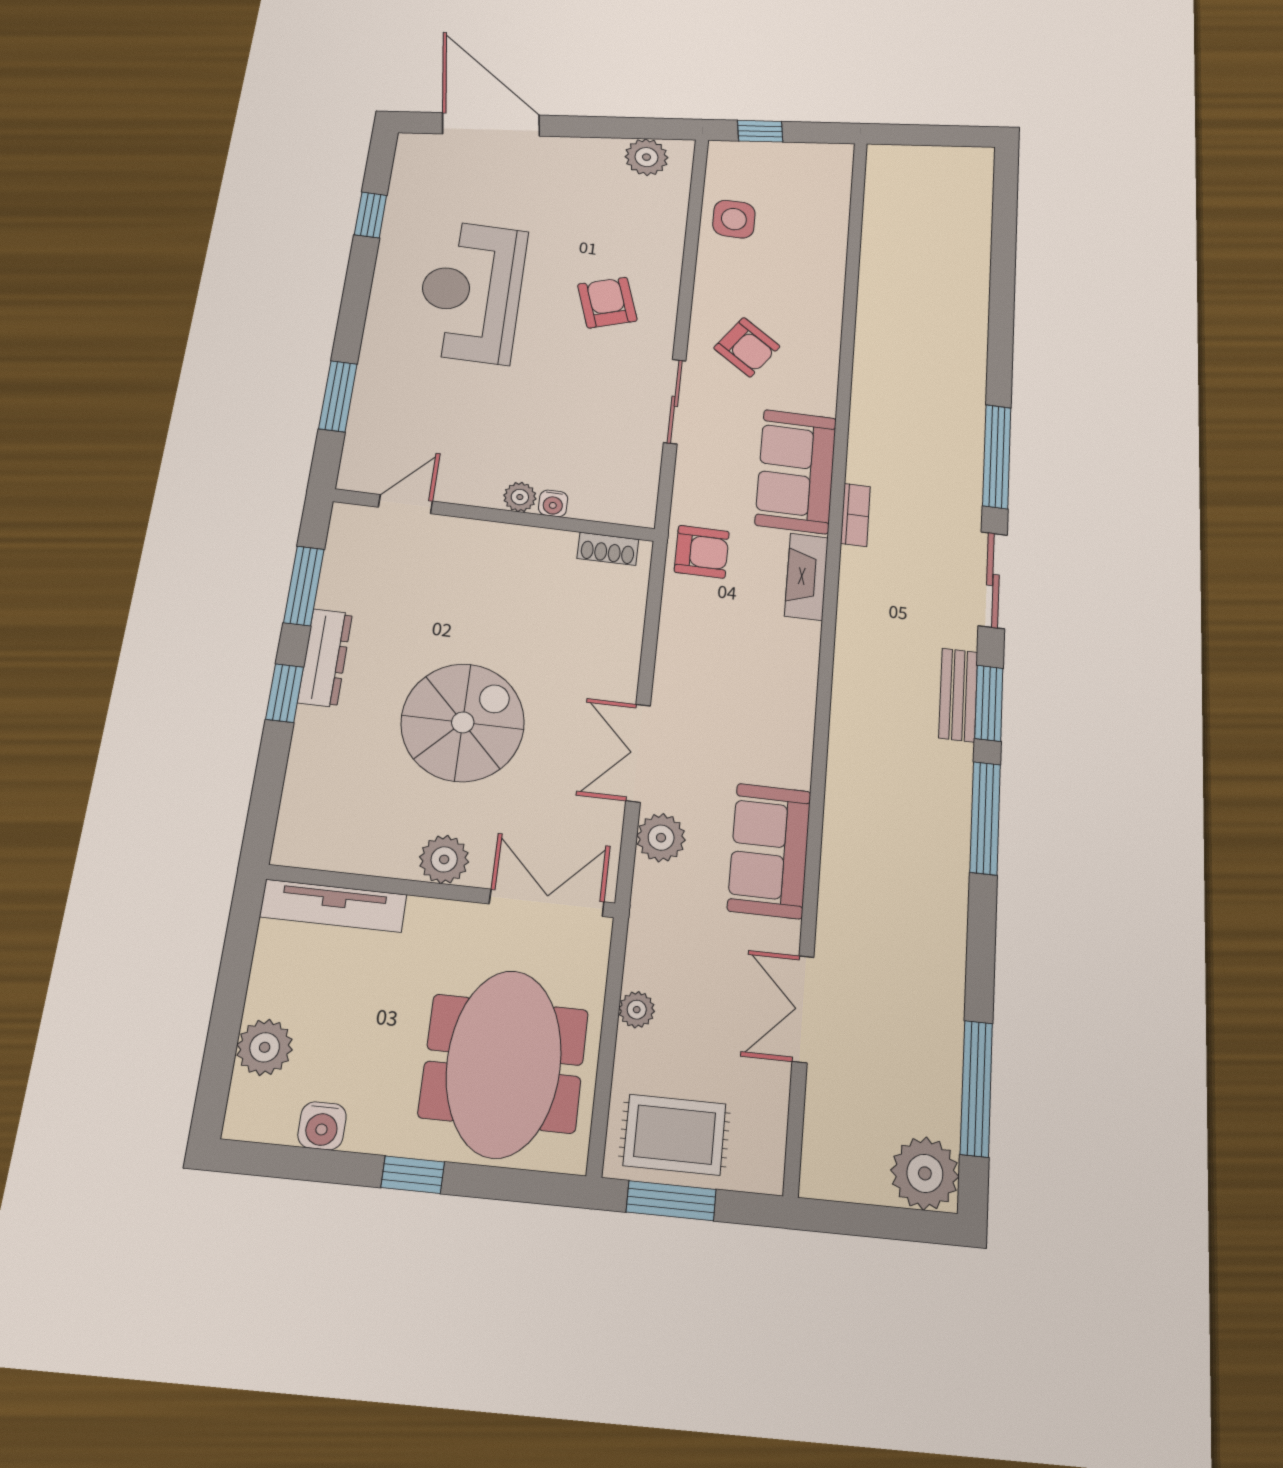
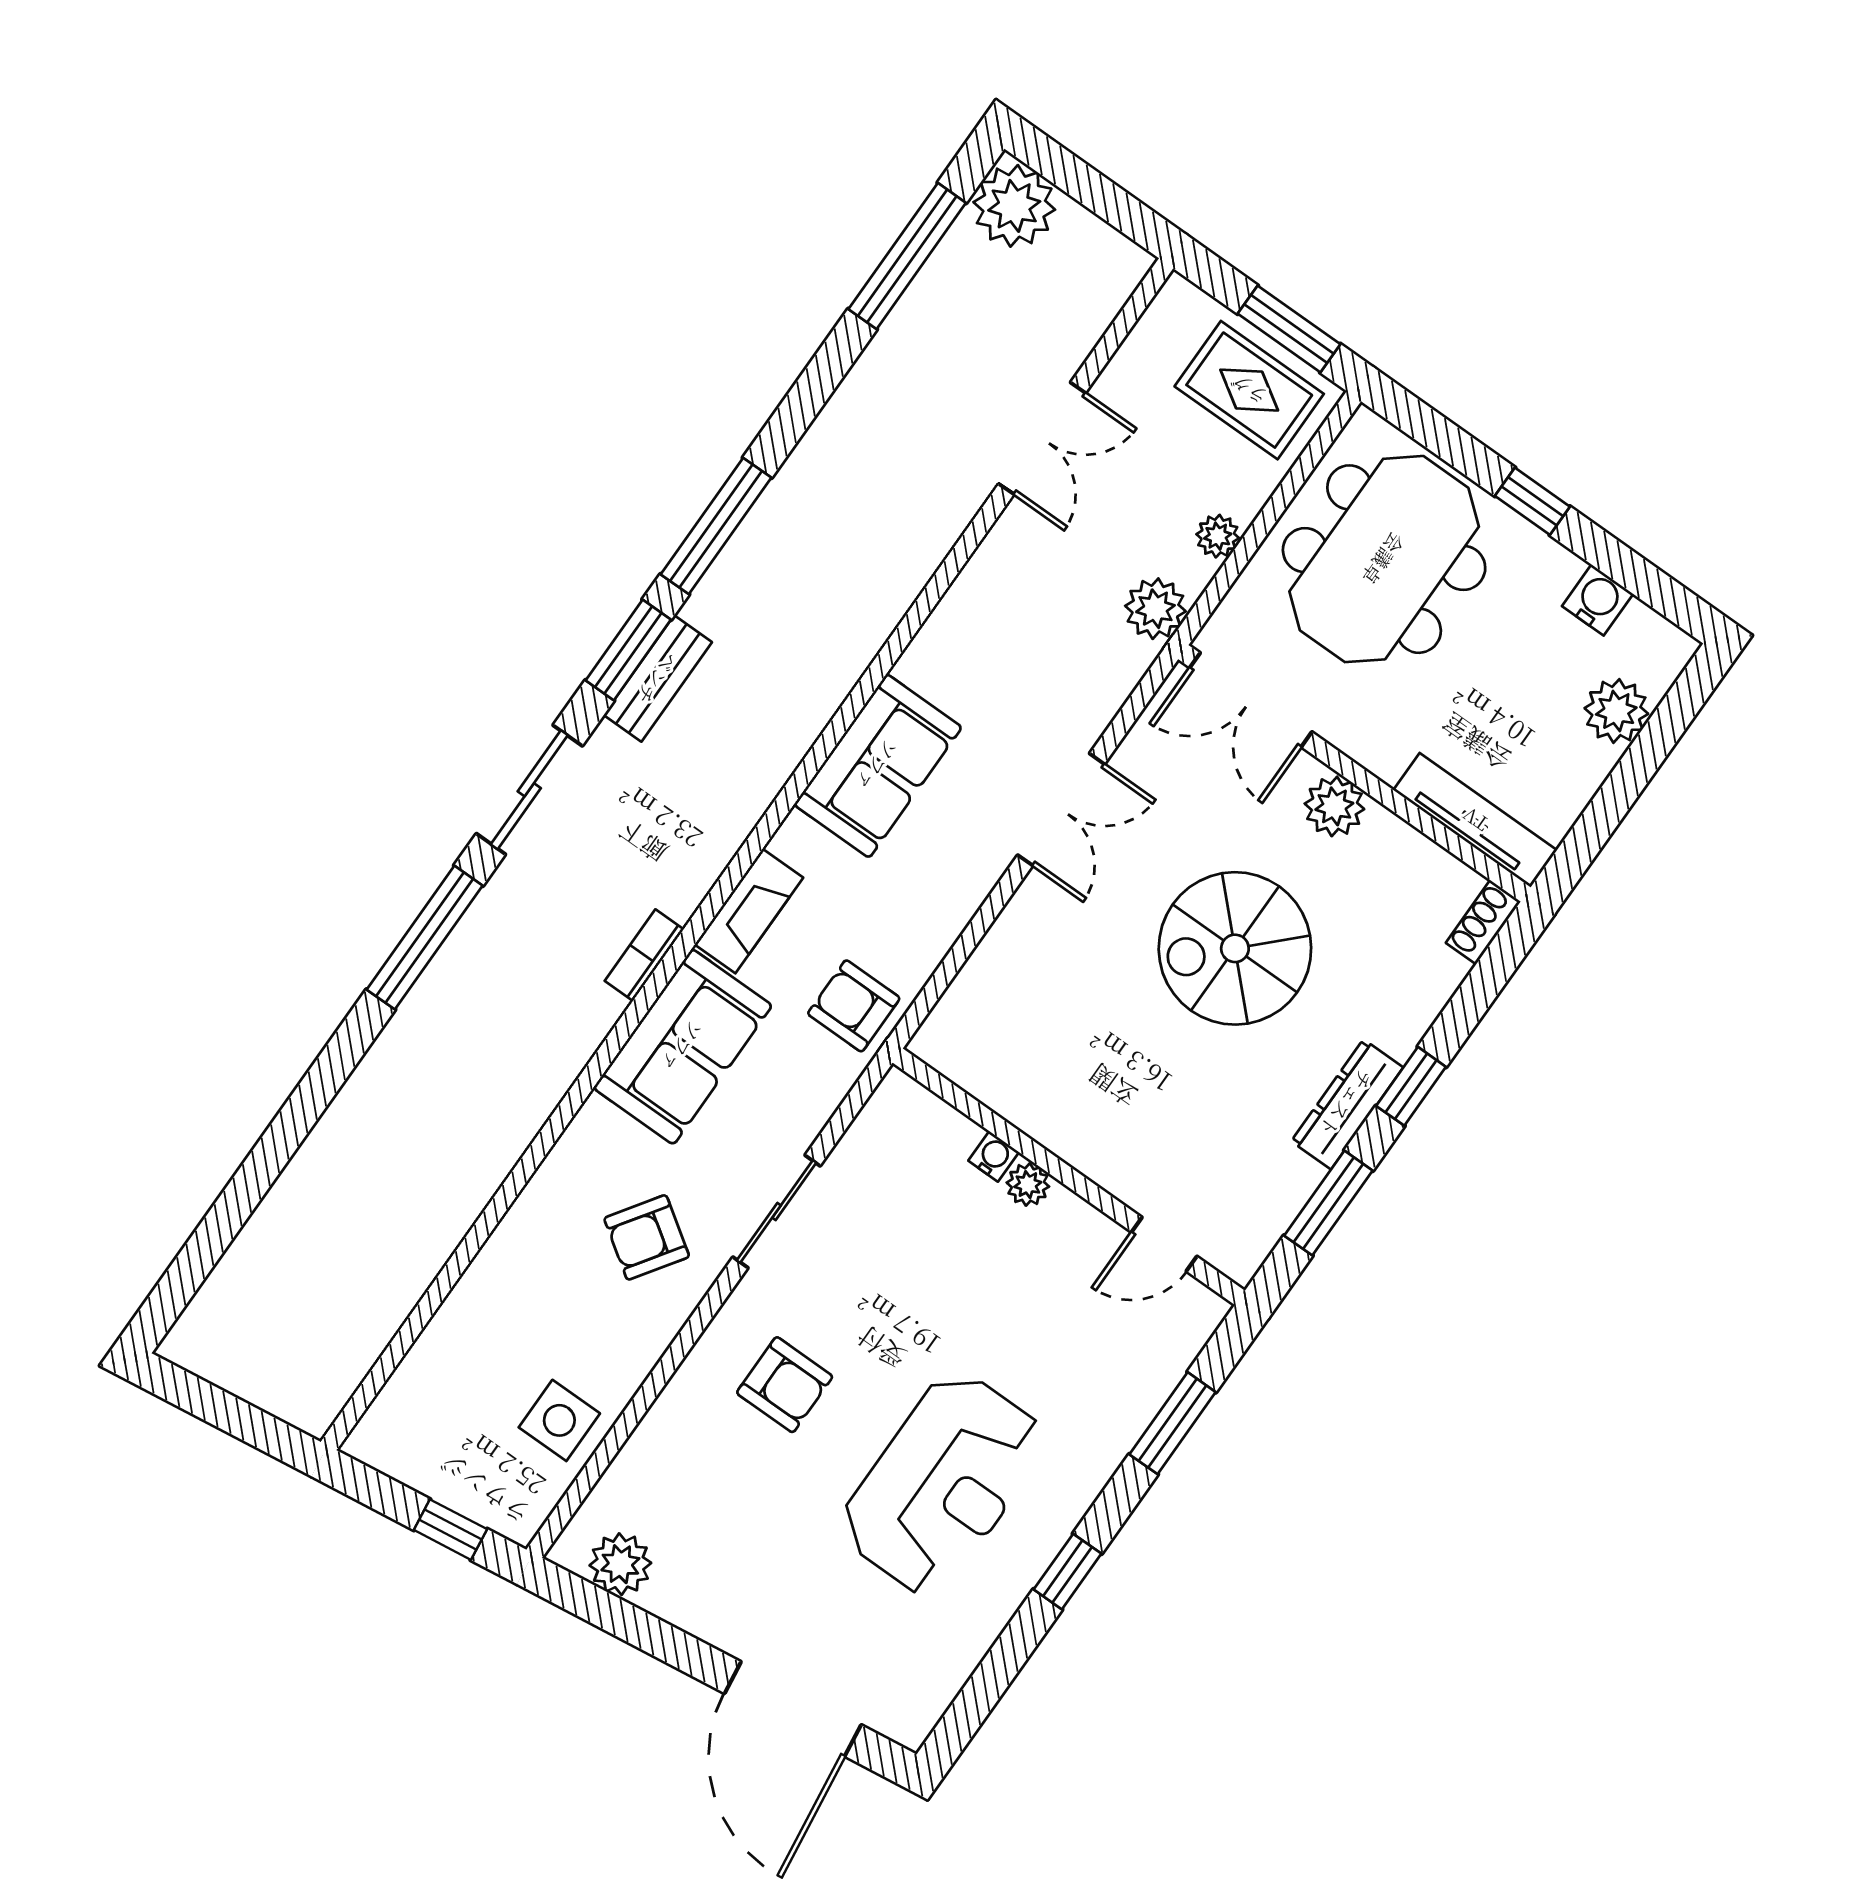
window: (371, 215) -> (1067, 1572), moved
armchair: (607, 303) -> (785, 1385), turned -72
armchair: (747, 347) -> (647, 1237), turned -91
shoe rack: (608, 549) -> (1483, 922), moved, turned -90
plant: (661, 838) -> (1155, 609), moved
sofa: (769, 851) -> (878, 766), moved

